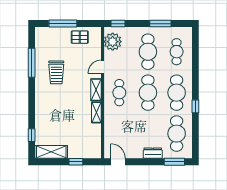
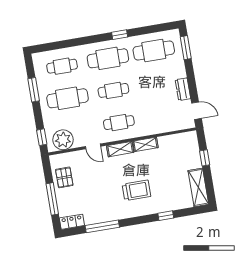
locker: (40, 37) -> (72, 222), added
trolley: (56, 72) -> (136, 190), moved
cafe table: (148, 93) -> (113, 90), width x0.73, depth x0.74
window: (32, 135) -> (166, 216), moved
dresser: (153, 153) -> (183, 89), moved
door: (118, 162) -> (197, 111), swing flipped

